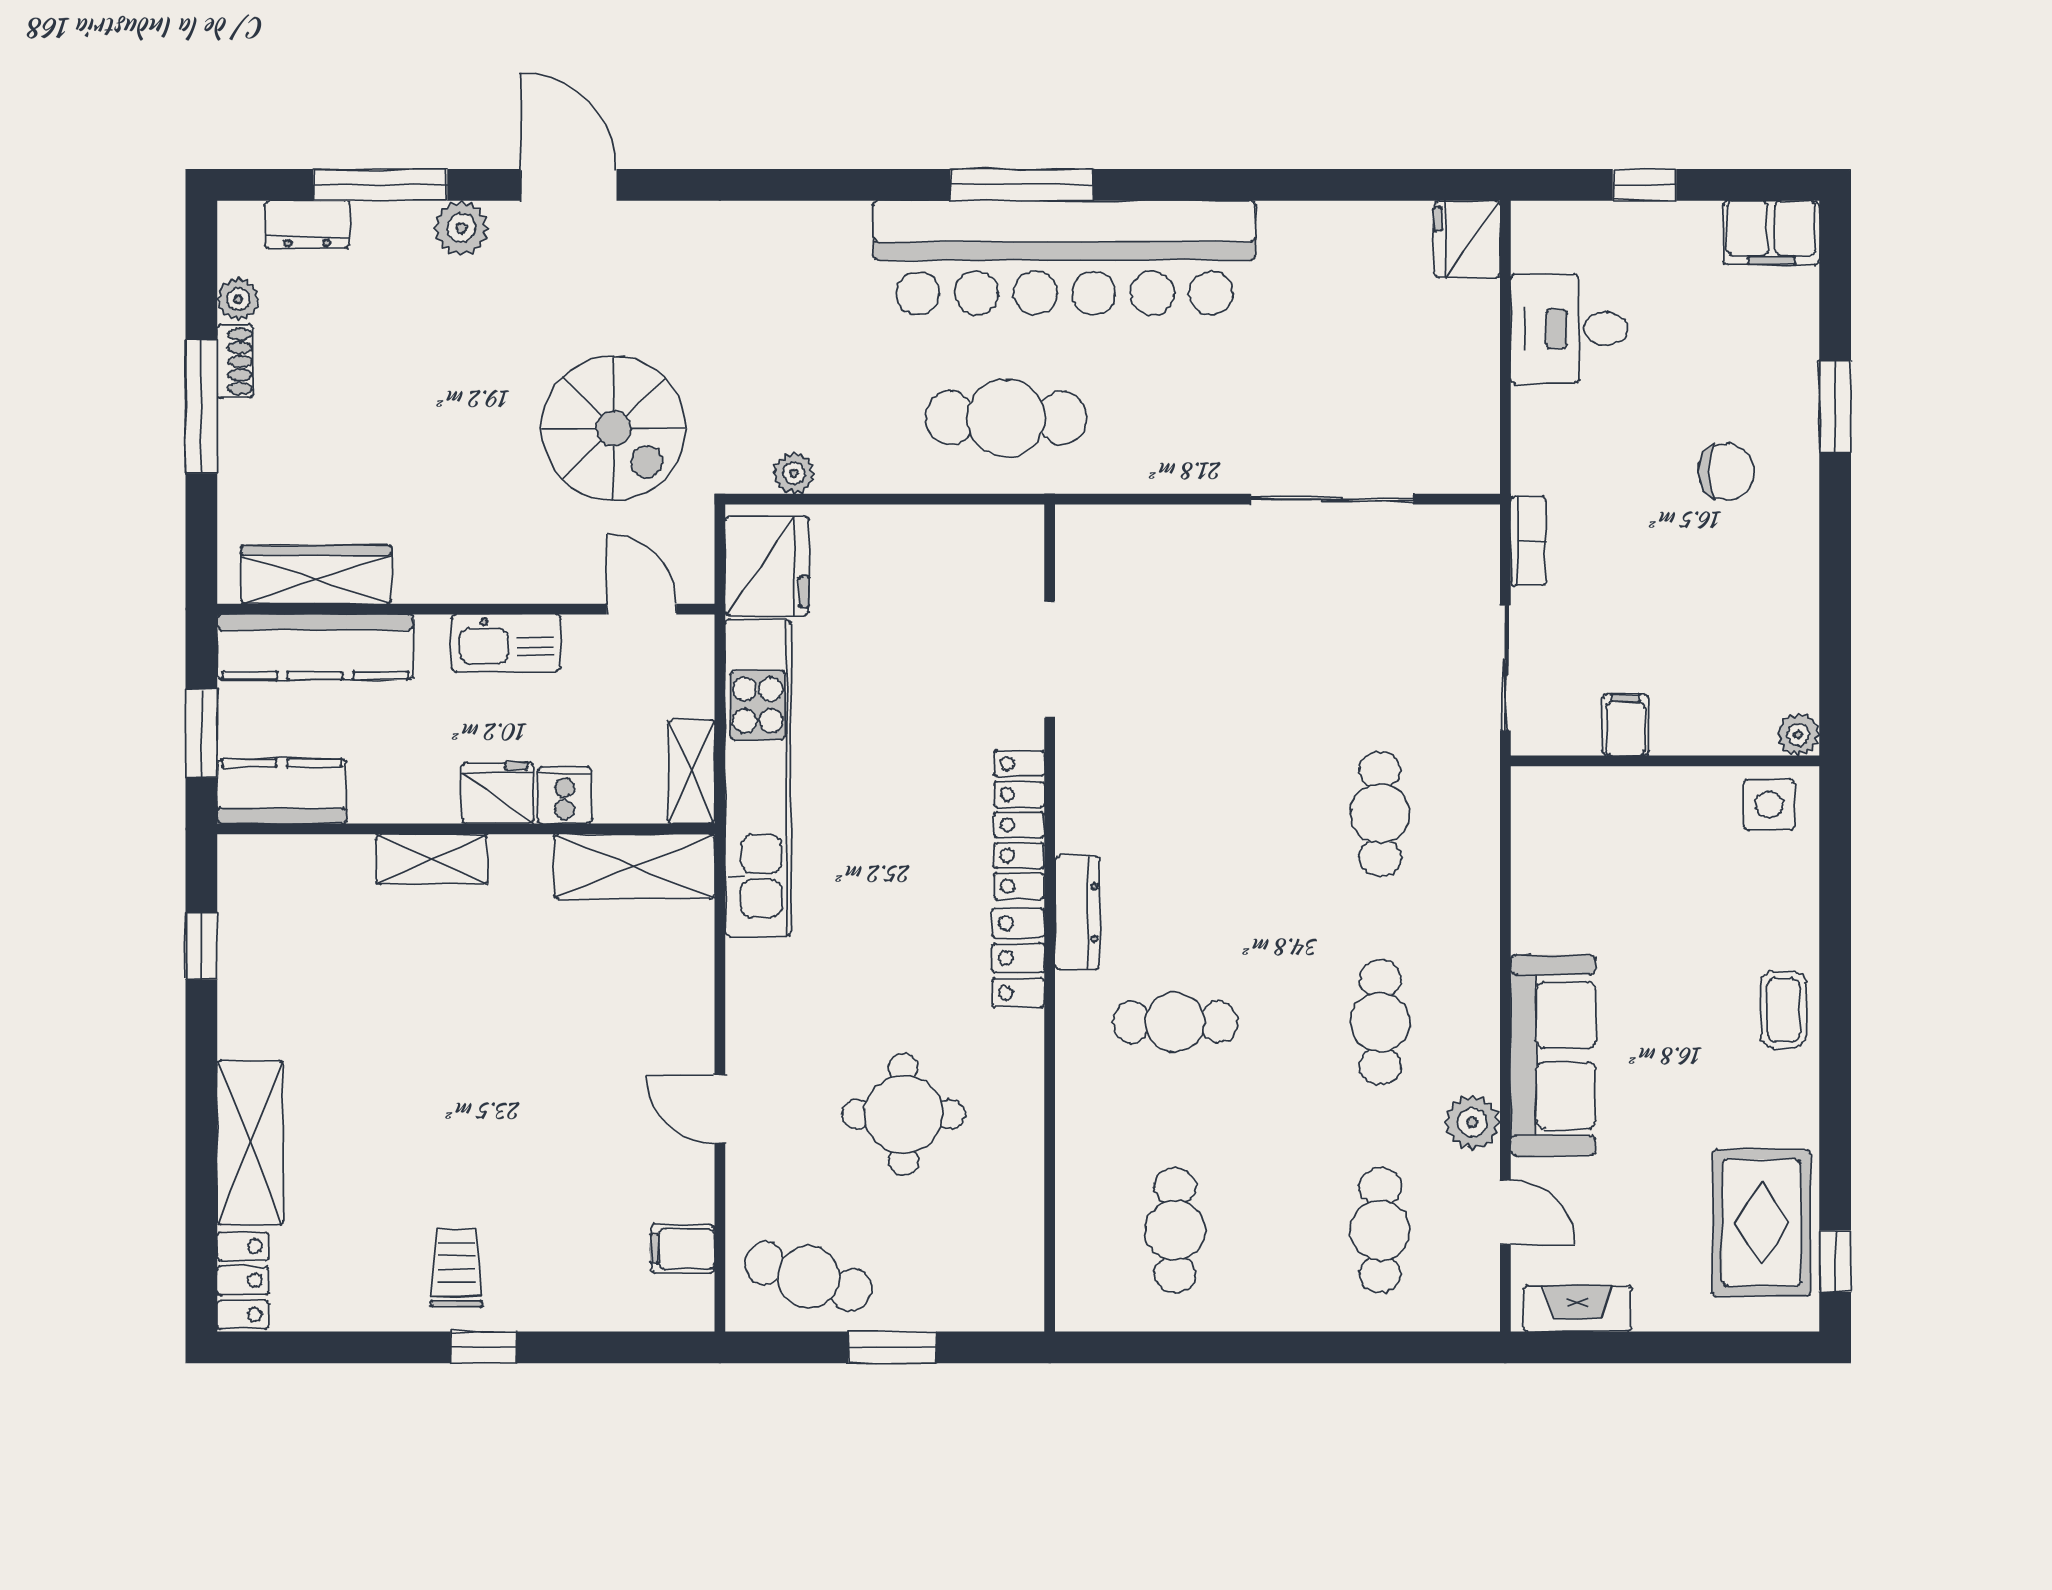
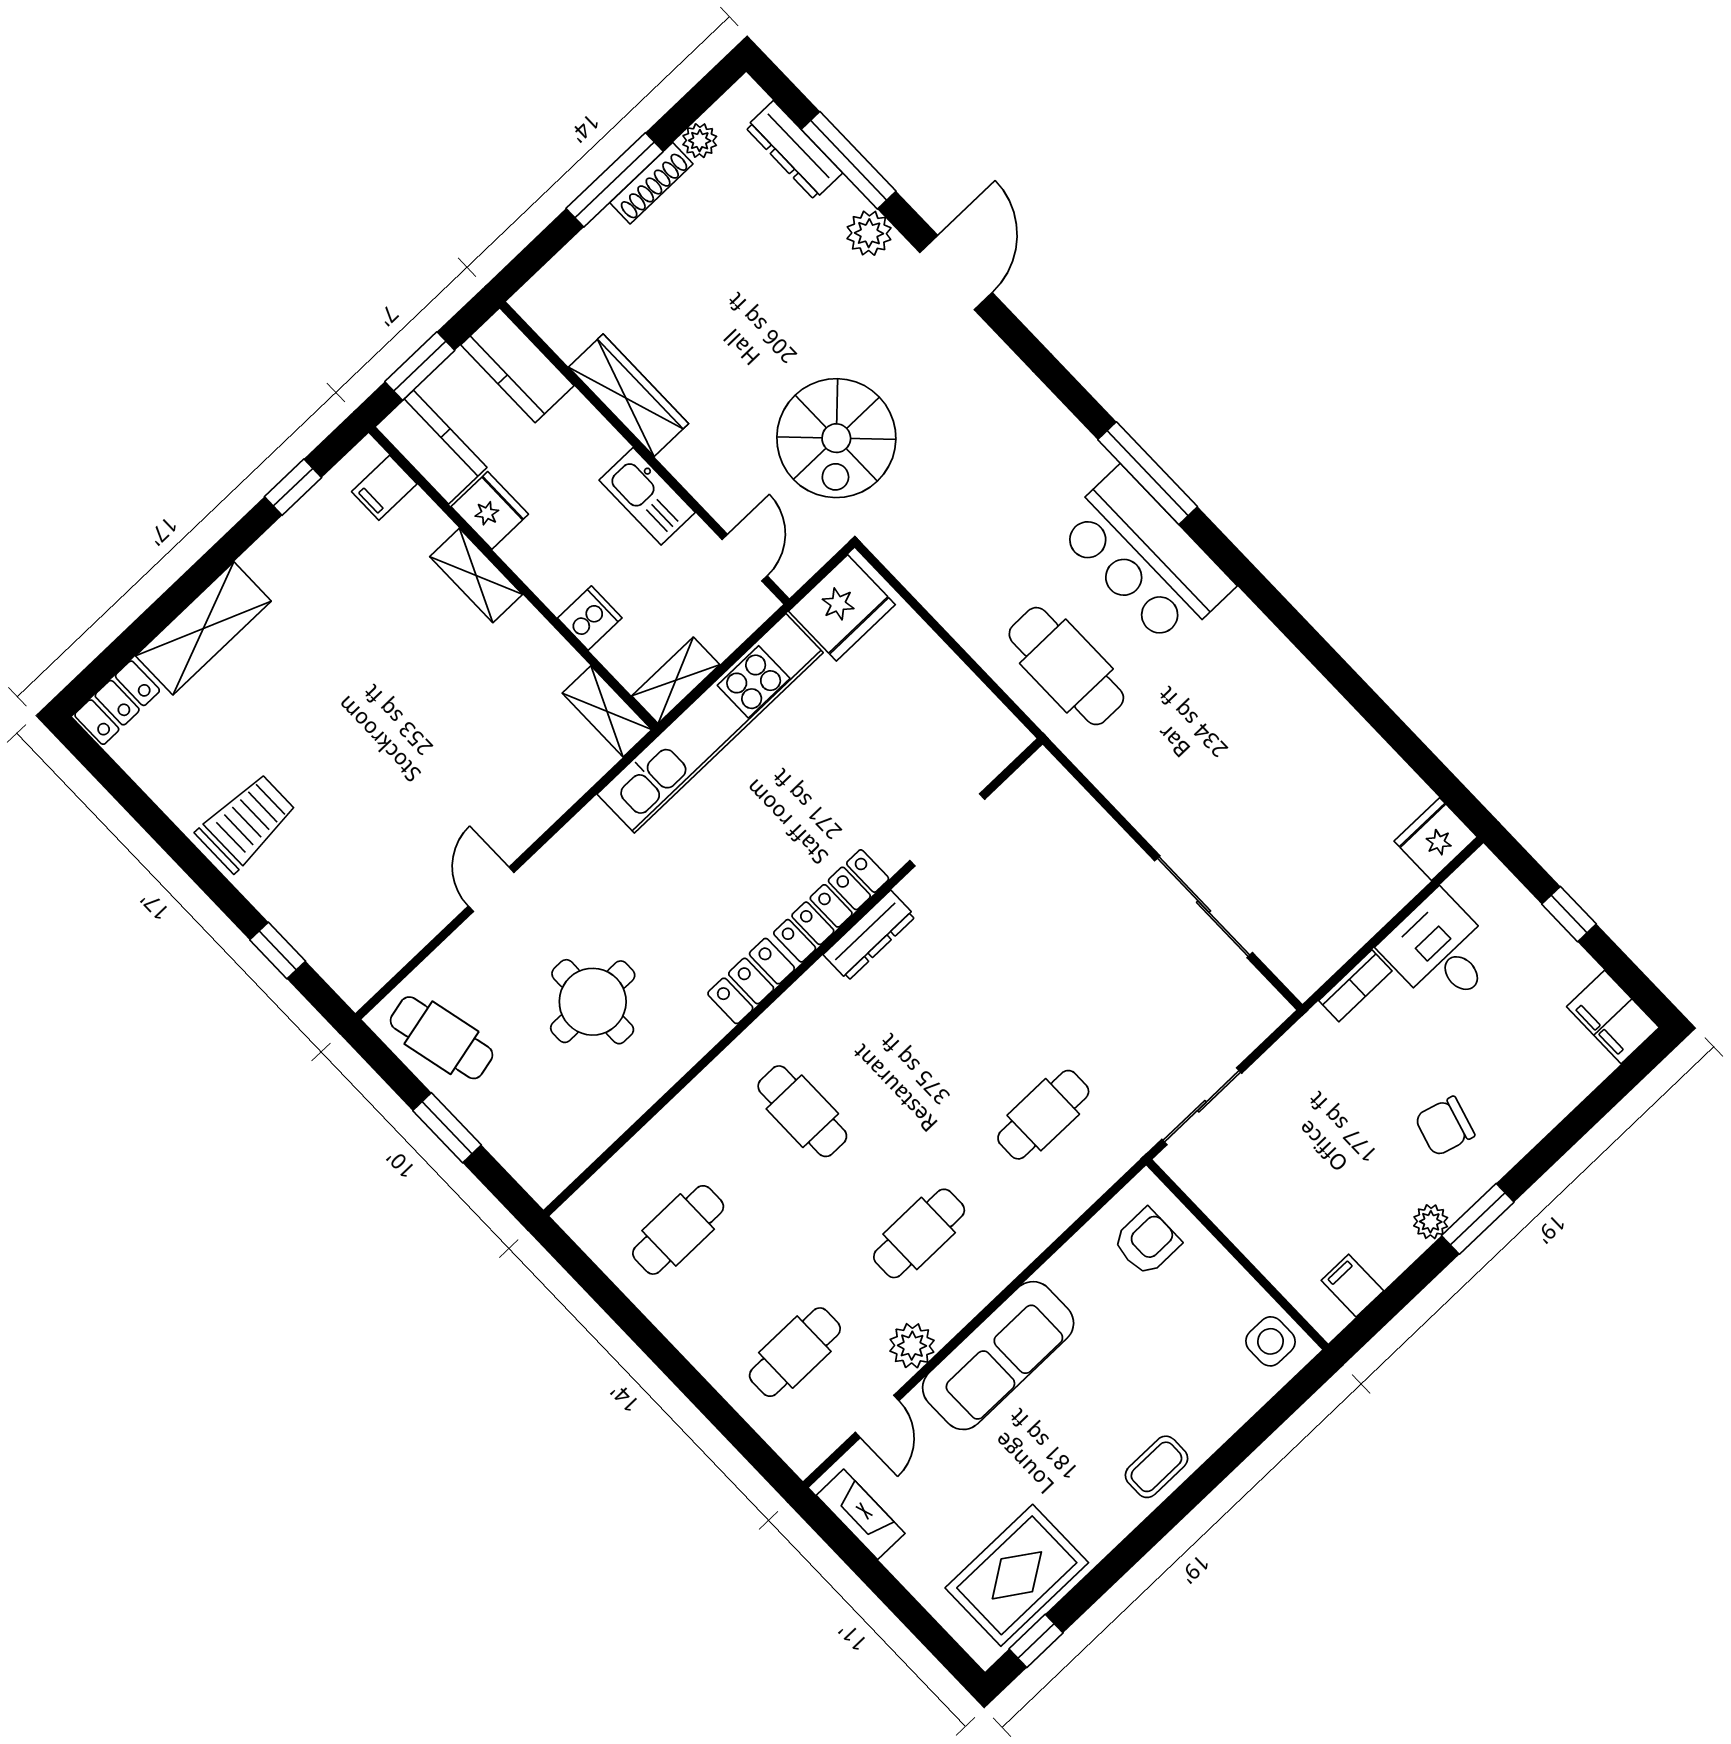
window: (1022, 185) -> (1148, 473), moved
dresser: (307, 224) -> (794, 150), width x1.44
bar counter: (1065, 258) -> (1145, 557), width x0.54
shoe rack: (235, 361) -> (651, 183), width x1.43
window: (1835, 407) -> (1478, 1219), moved
chair: (1726, 472) -> (1445, 1126), turned 106
plant: (794, 473) -> (913, 571), removed
bookcase: (1528, 541) -> (1355, 986), moved
wardrobe: (316, 575) -> (629, 395), moved
kitchen counter: (315, 647) -> (517, 365), width x0.67
filing cabinet: (1626, 725) -> (1352, 1286), moved, turned -90
plant: (1798, 734) -> (1431, 1222), moved
fridge: (498, 793) -> (490, 510), moved
armchair: (1578, 830) -> (1147, 1242), added
shelving: (634, 866) -> (607, 711), width x0.67, depth x0.75
dresser: (1077, 913) -> (869, 936), moved
filing cabinet: (682, 1249) -> (384, 488), moved, turned -90
trolley: (456, 1268) -> (246, 823), width x1.36, depth x1.39
cafe table: (808, 1277) -> (441, 1038), turned -30
window: (484, 1347) -> (278, 950), moved

